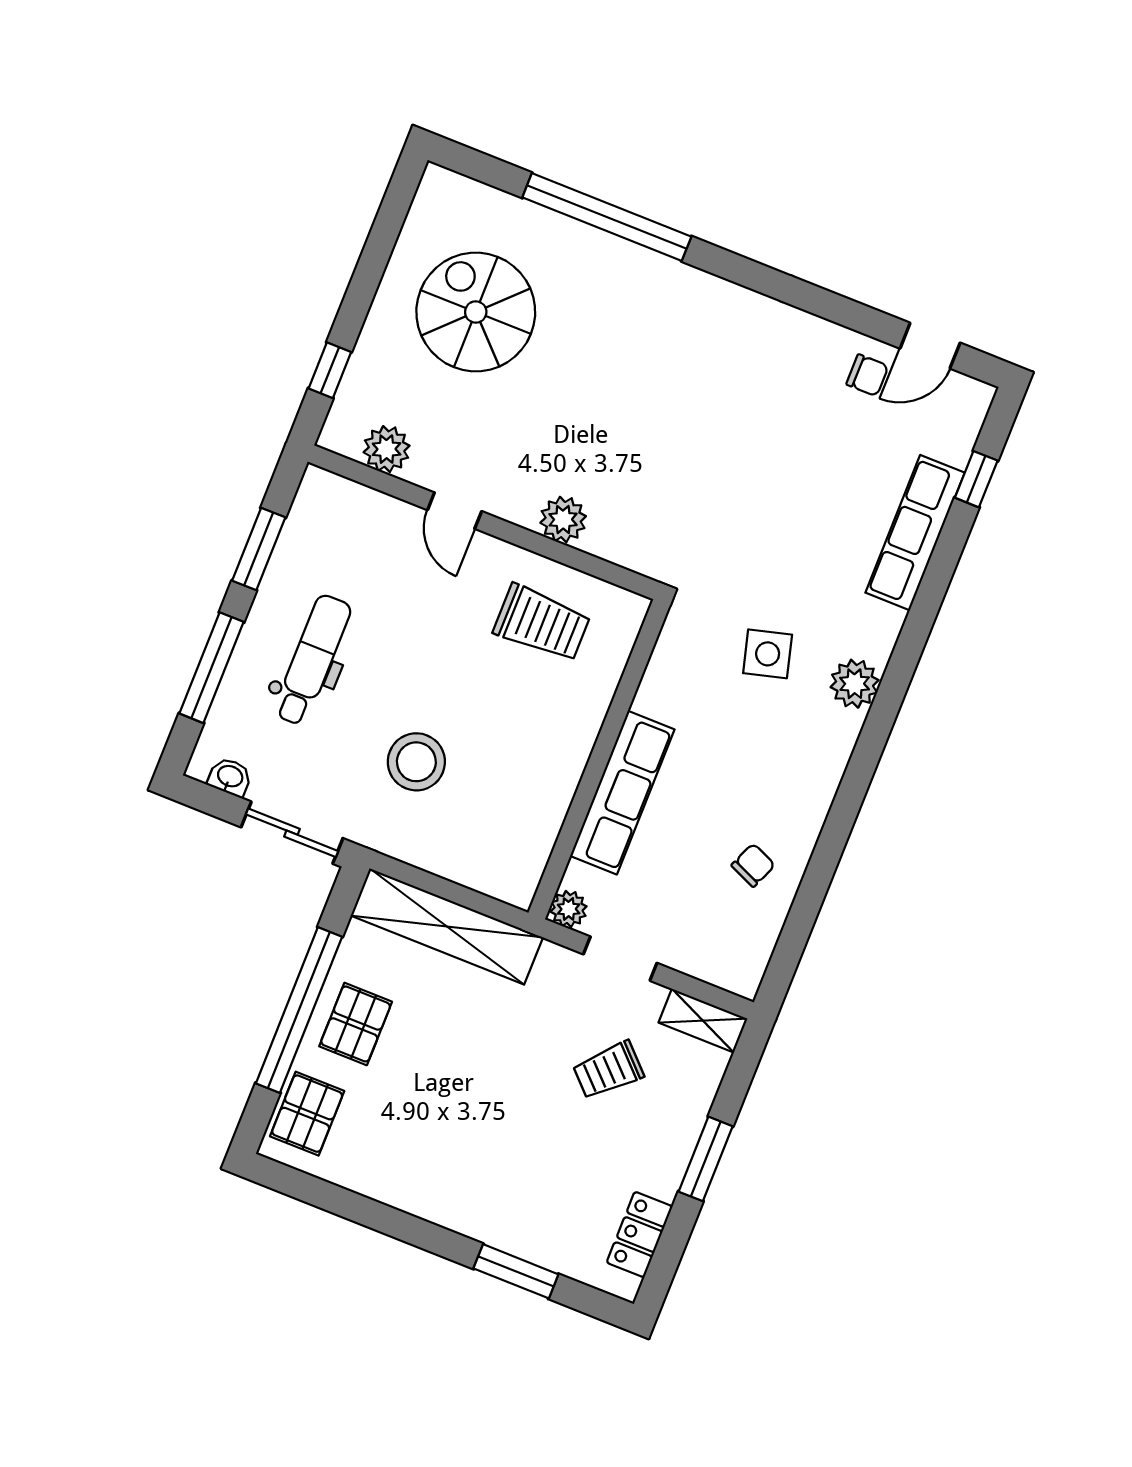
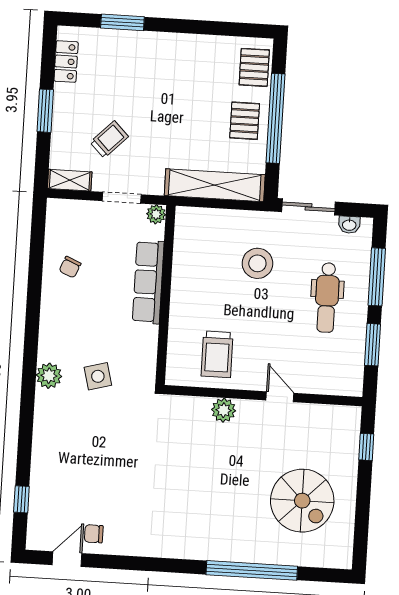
plant: (387, 449) -> (325, 416), removed
row of seats: (915, 533) -> (43, 462), removed
trolley: (542, 623) -> (217, 354), turned -90

